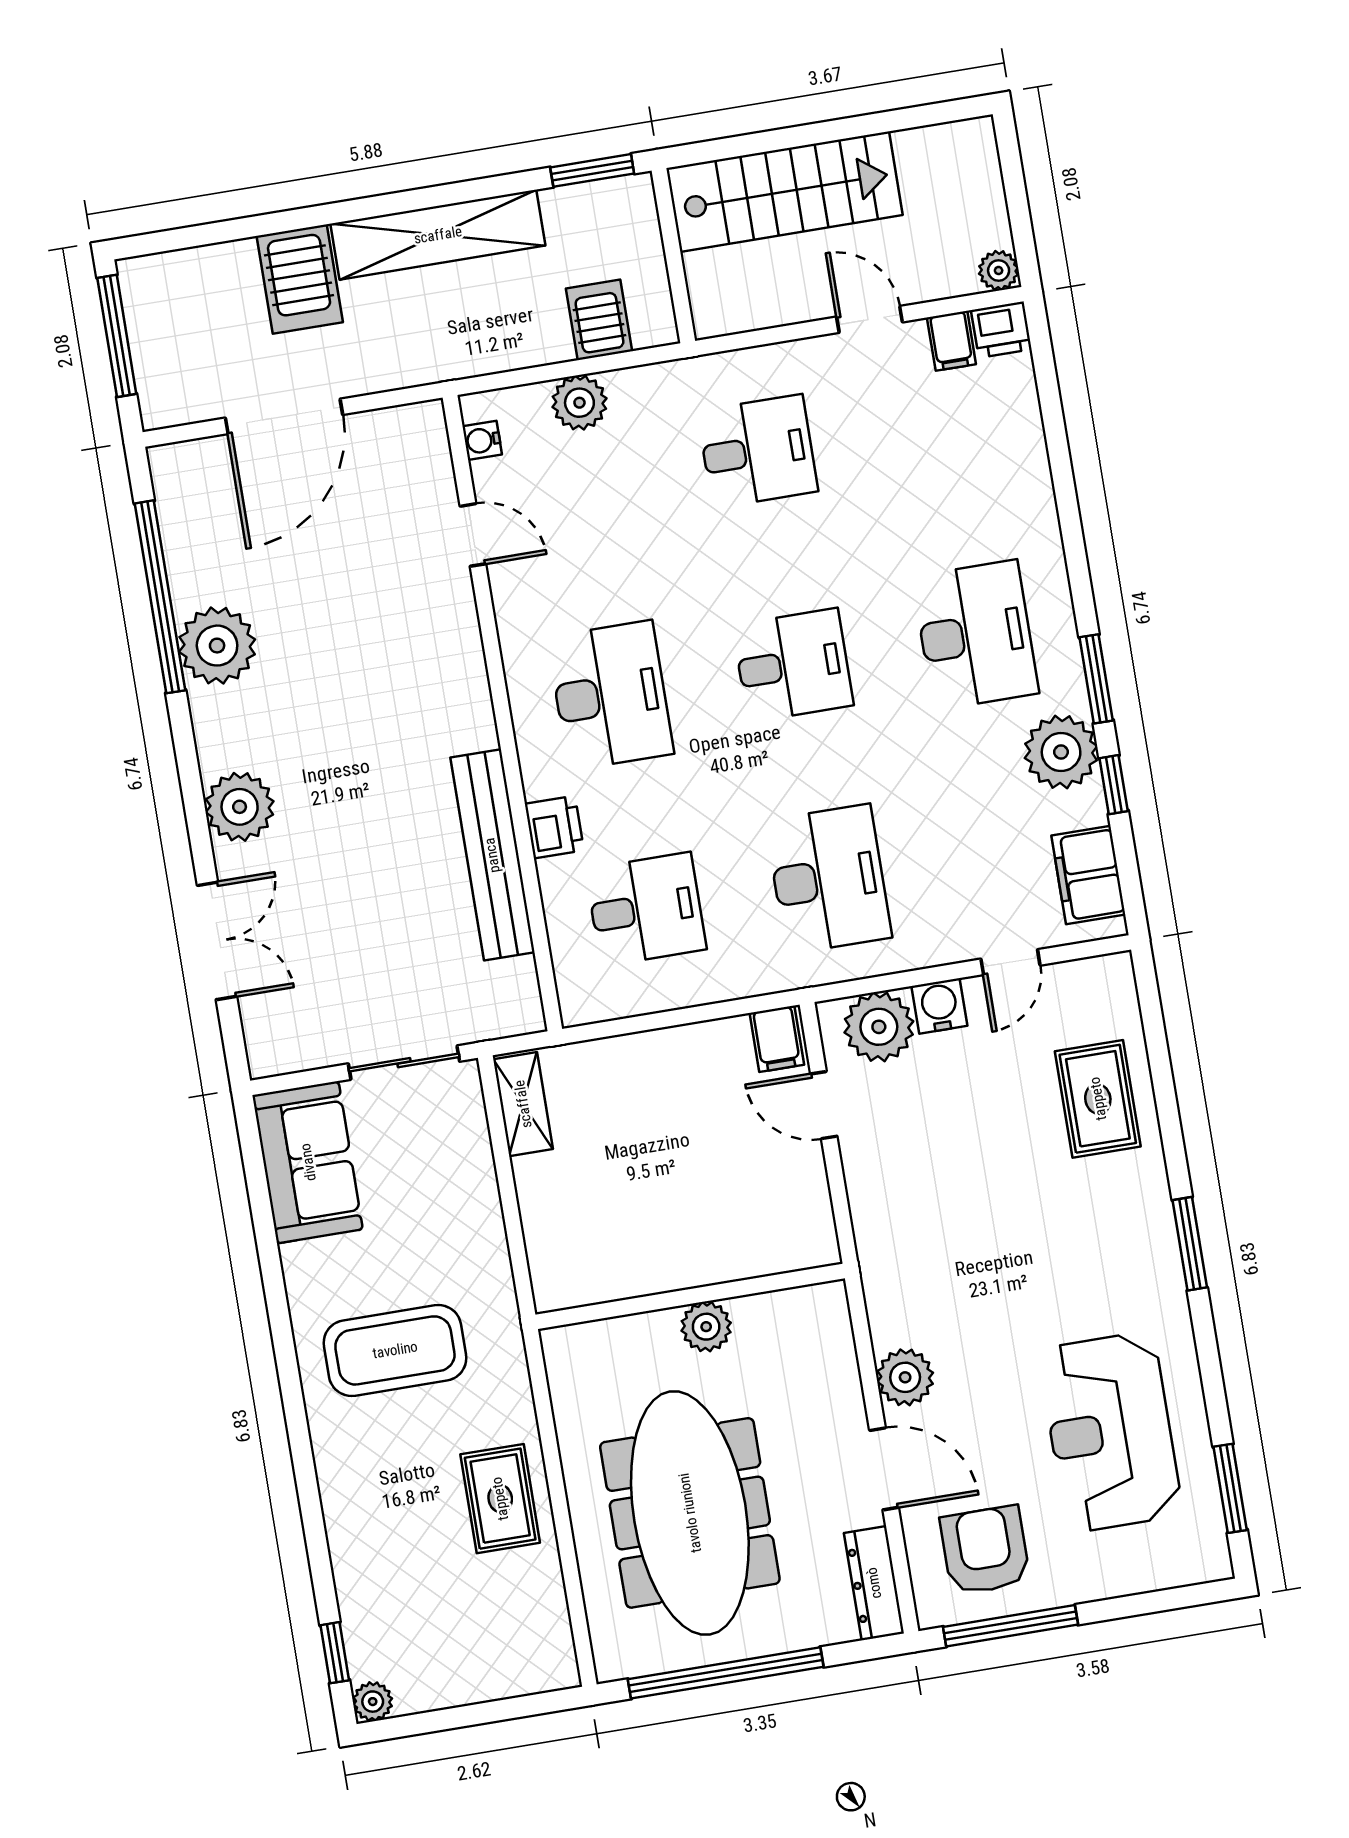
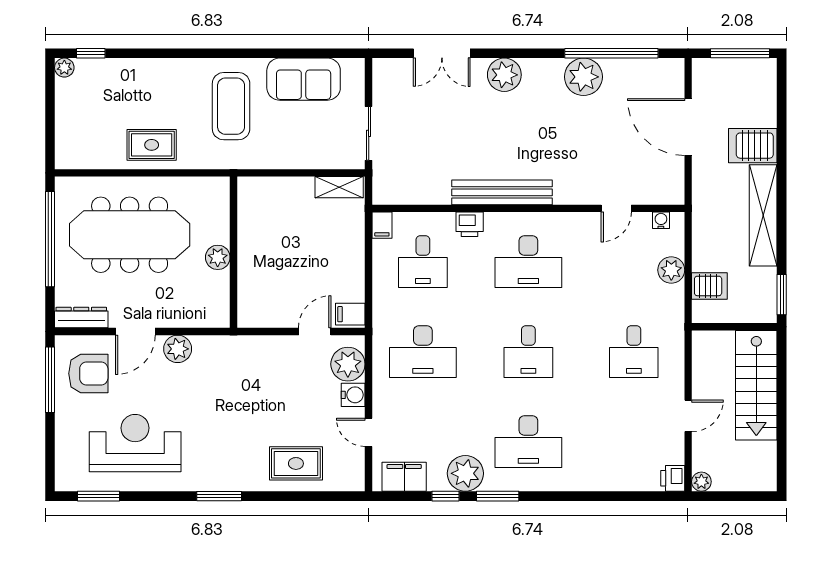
filing cabinet: (951, 341) -> (382, 225), moved, turned -90
bench: (492, 855) -> (502, 192), moved
sofa: (308, 1162) -> (304, 79), moved

